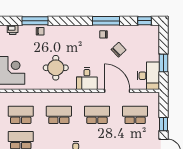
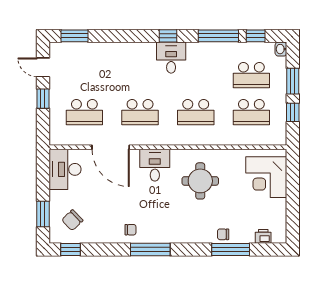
window: (106, 21) -> (150, 249), moved
chair: (119, 50) -> (72, 220), moved
window: (163, 63) -> (43, 214), moved

